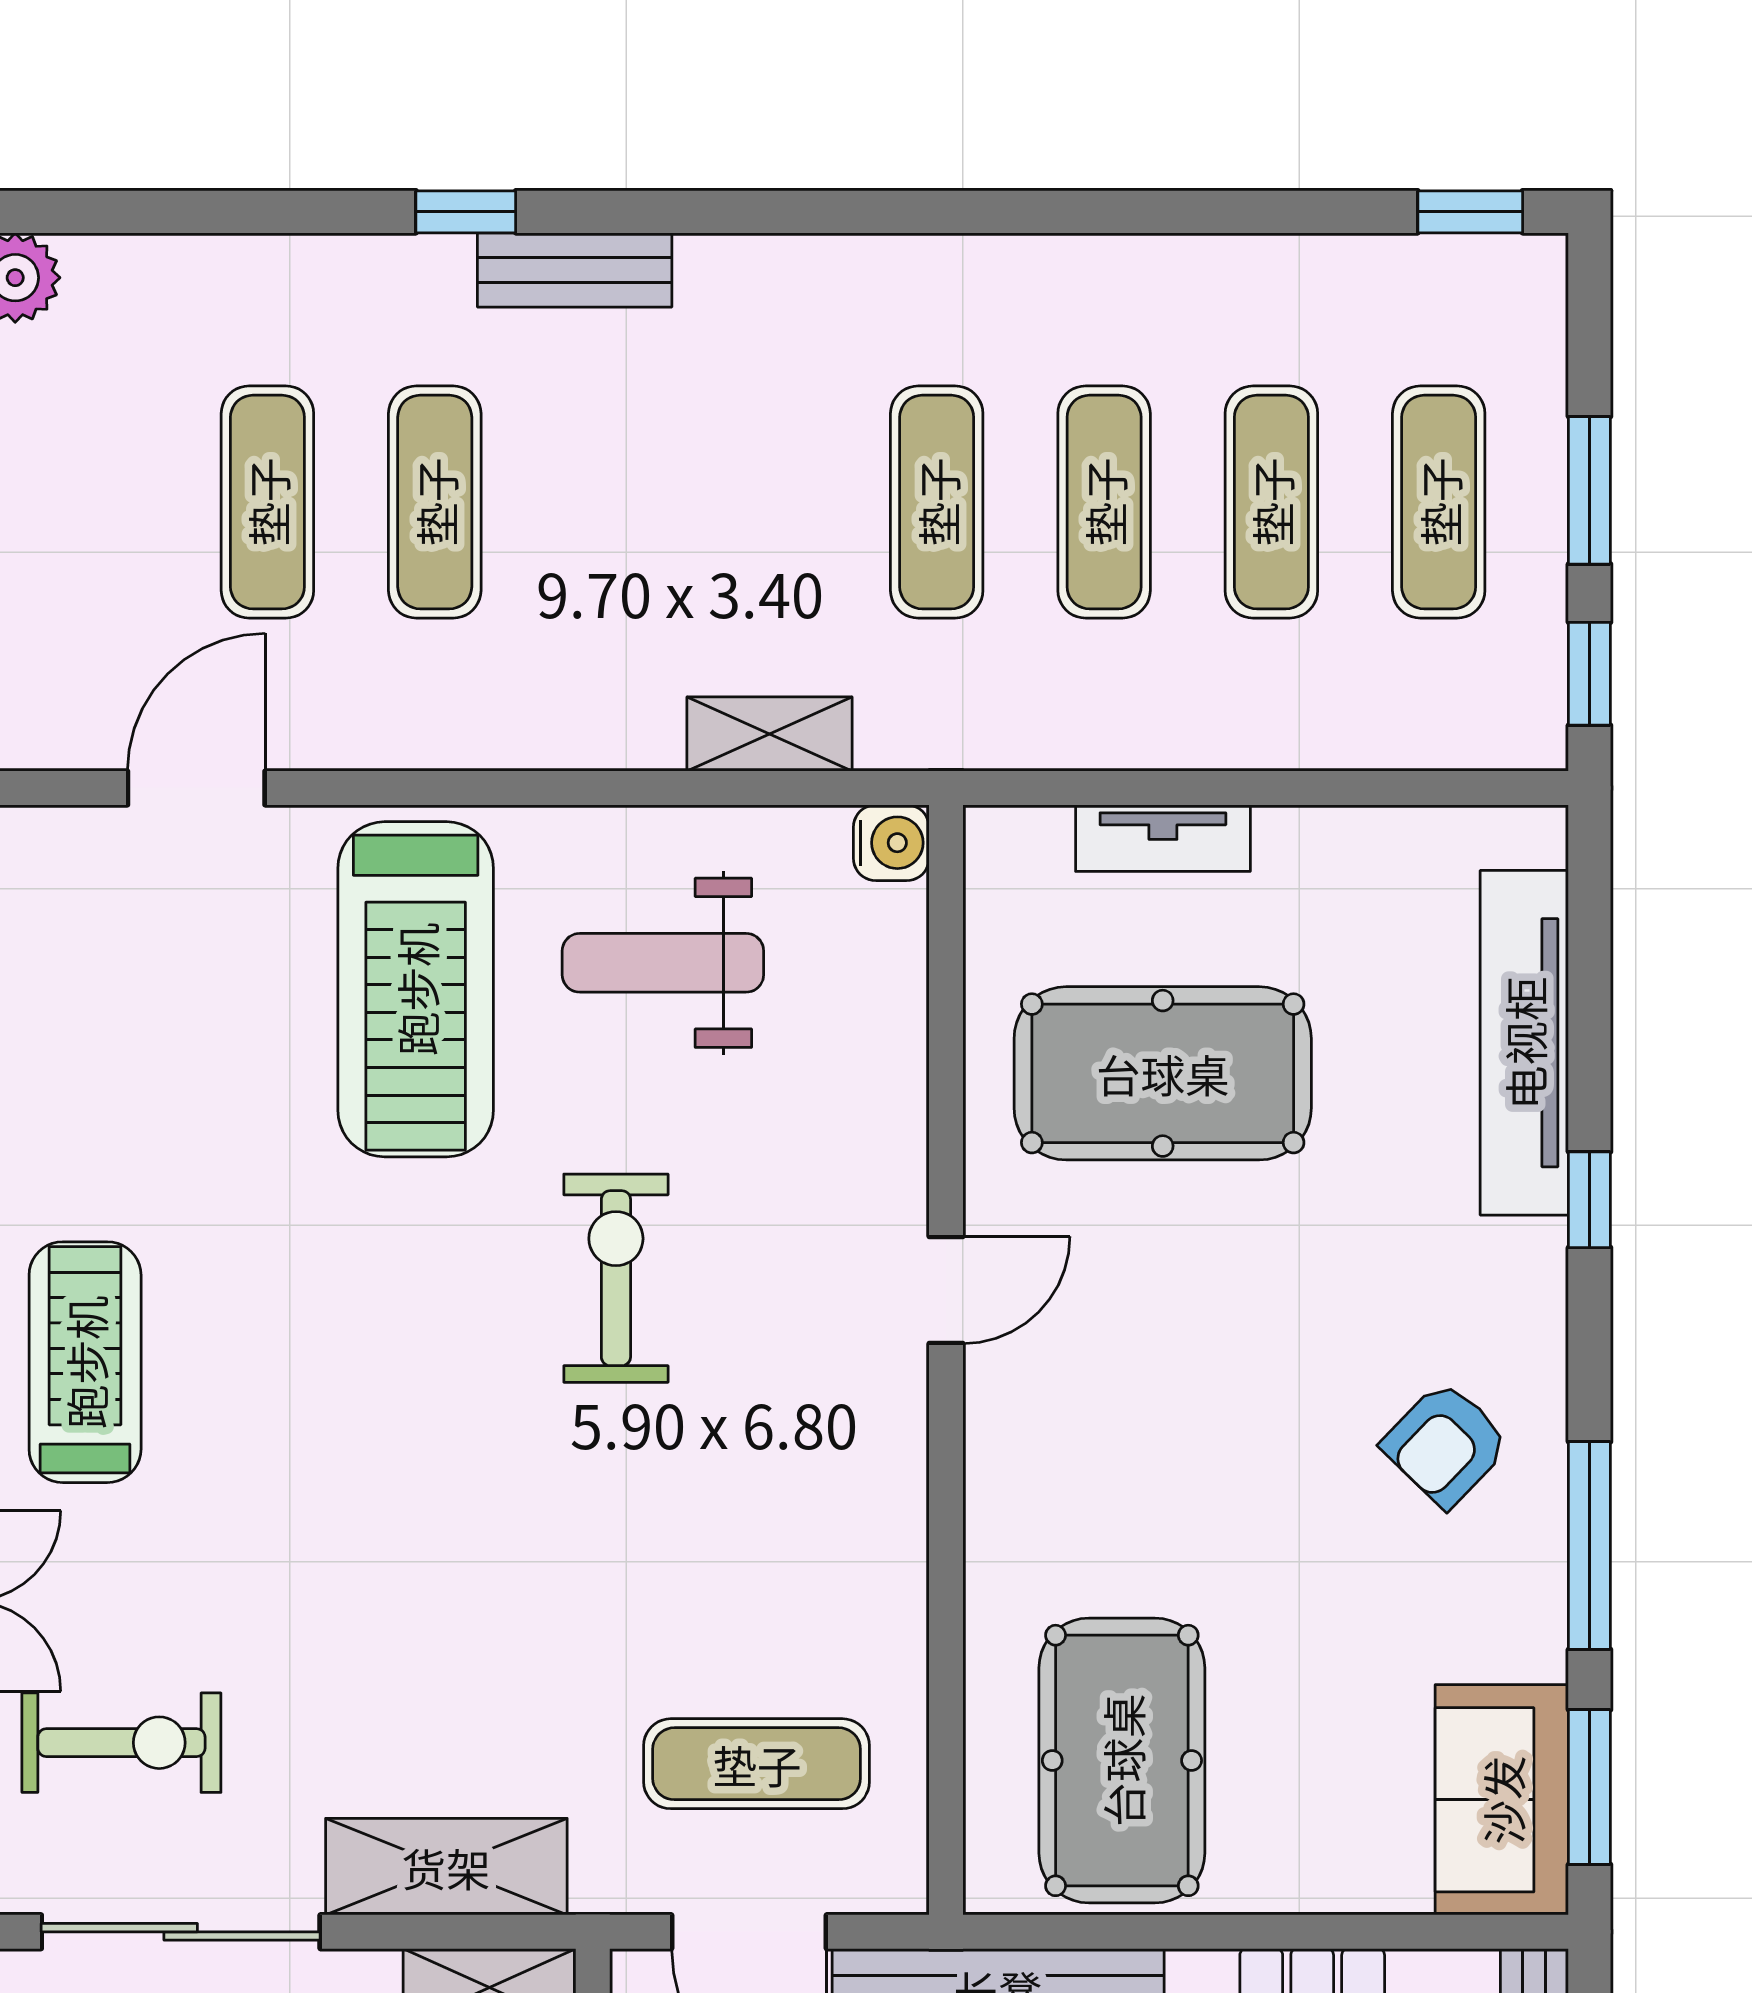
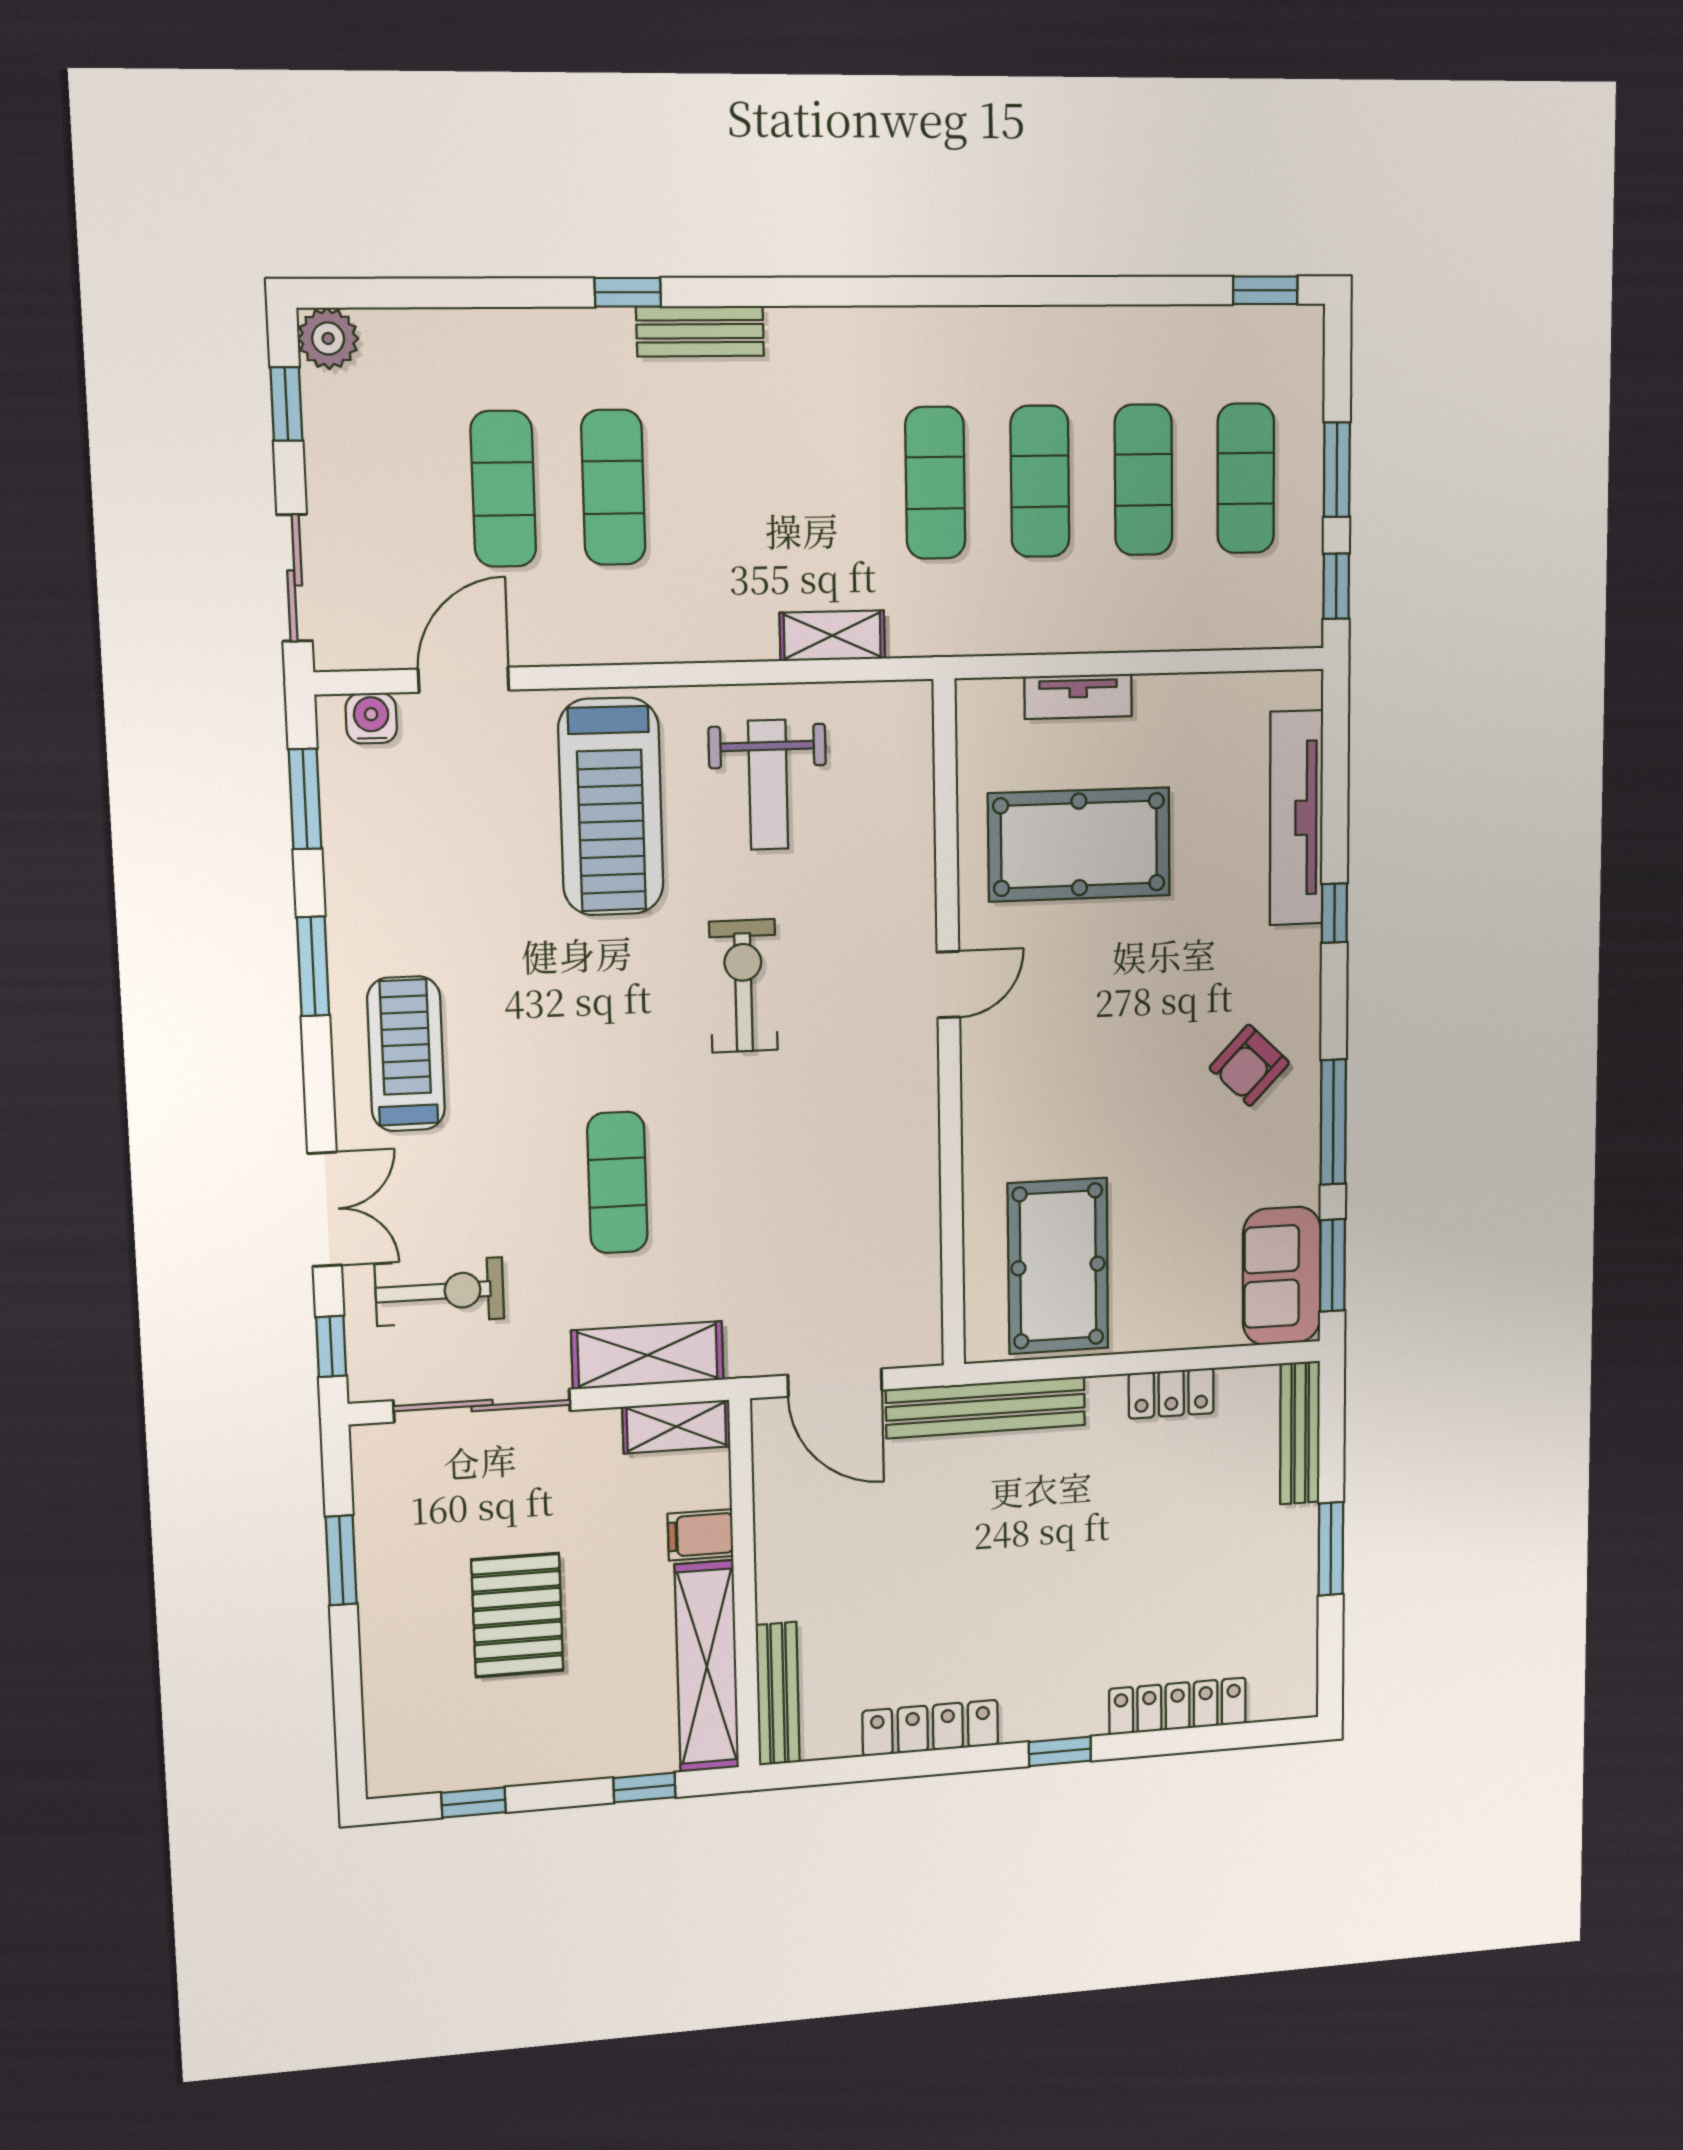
water cooler: (891, 843) -> (371, 718), moved, turned -90
weight bench: (663, 963) -> (768, 785), turned -90
exercise mat: (757, 1764) -> (617, 1183), moved, turned 90

